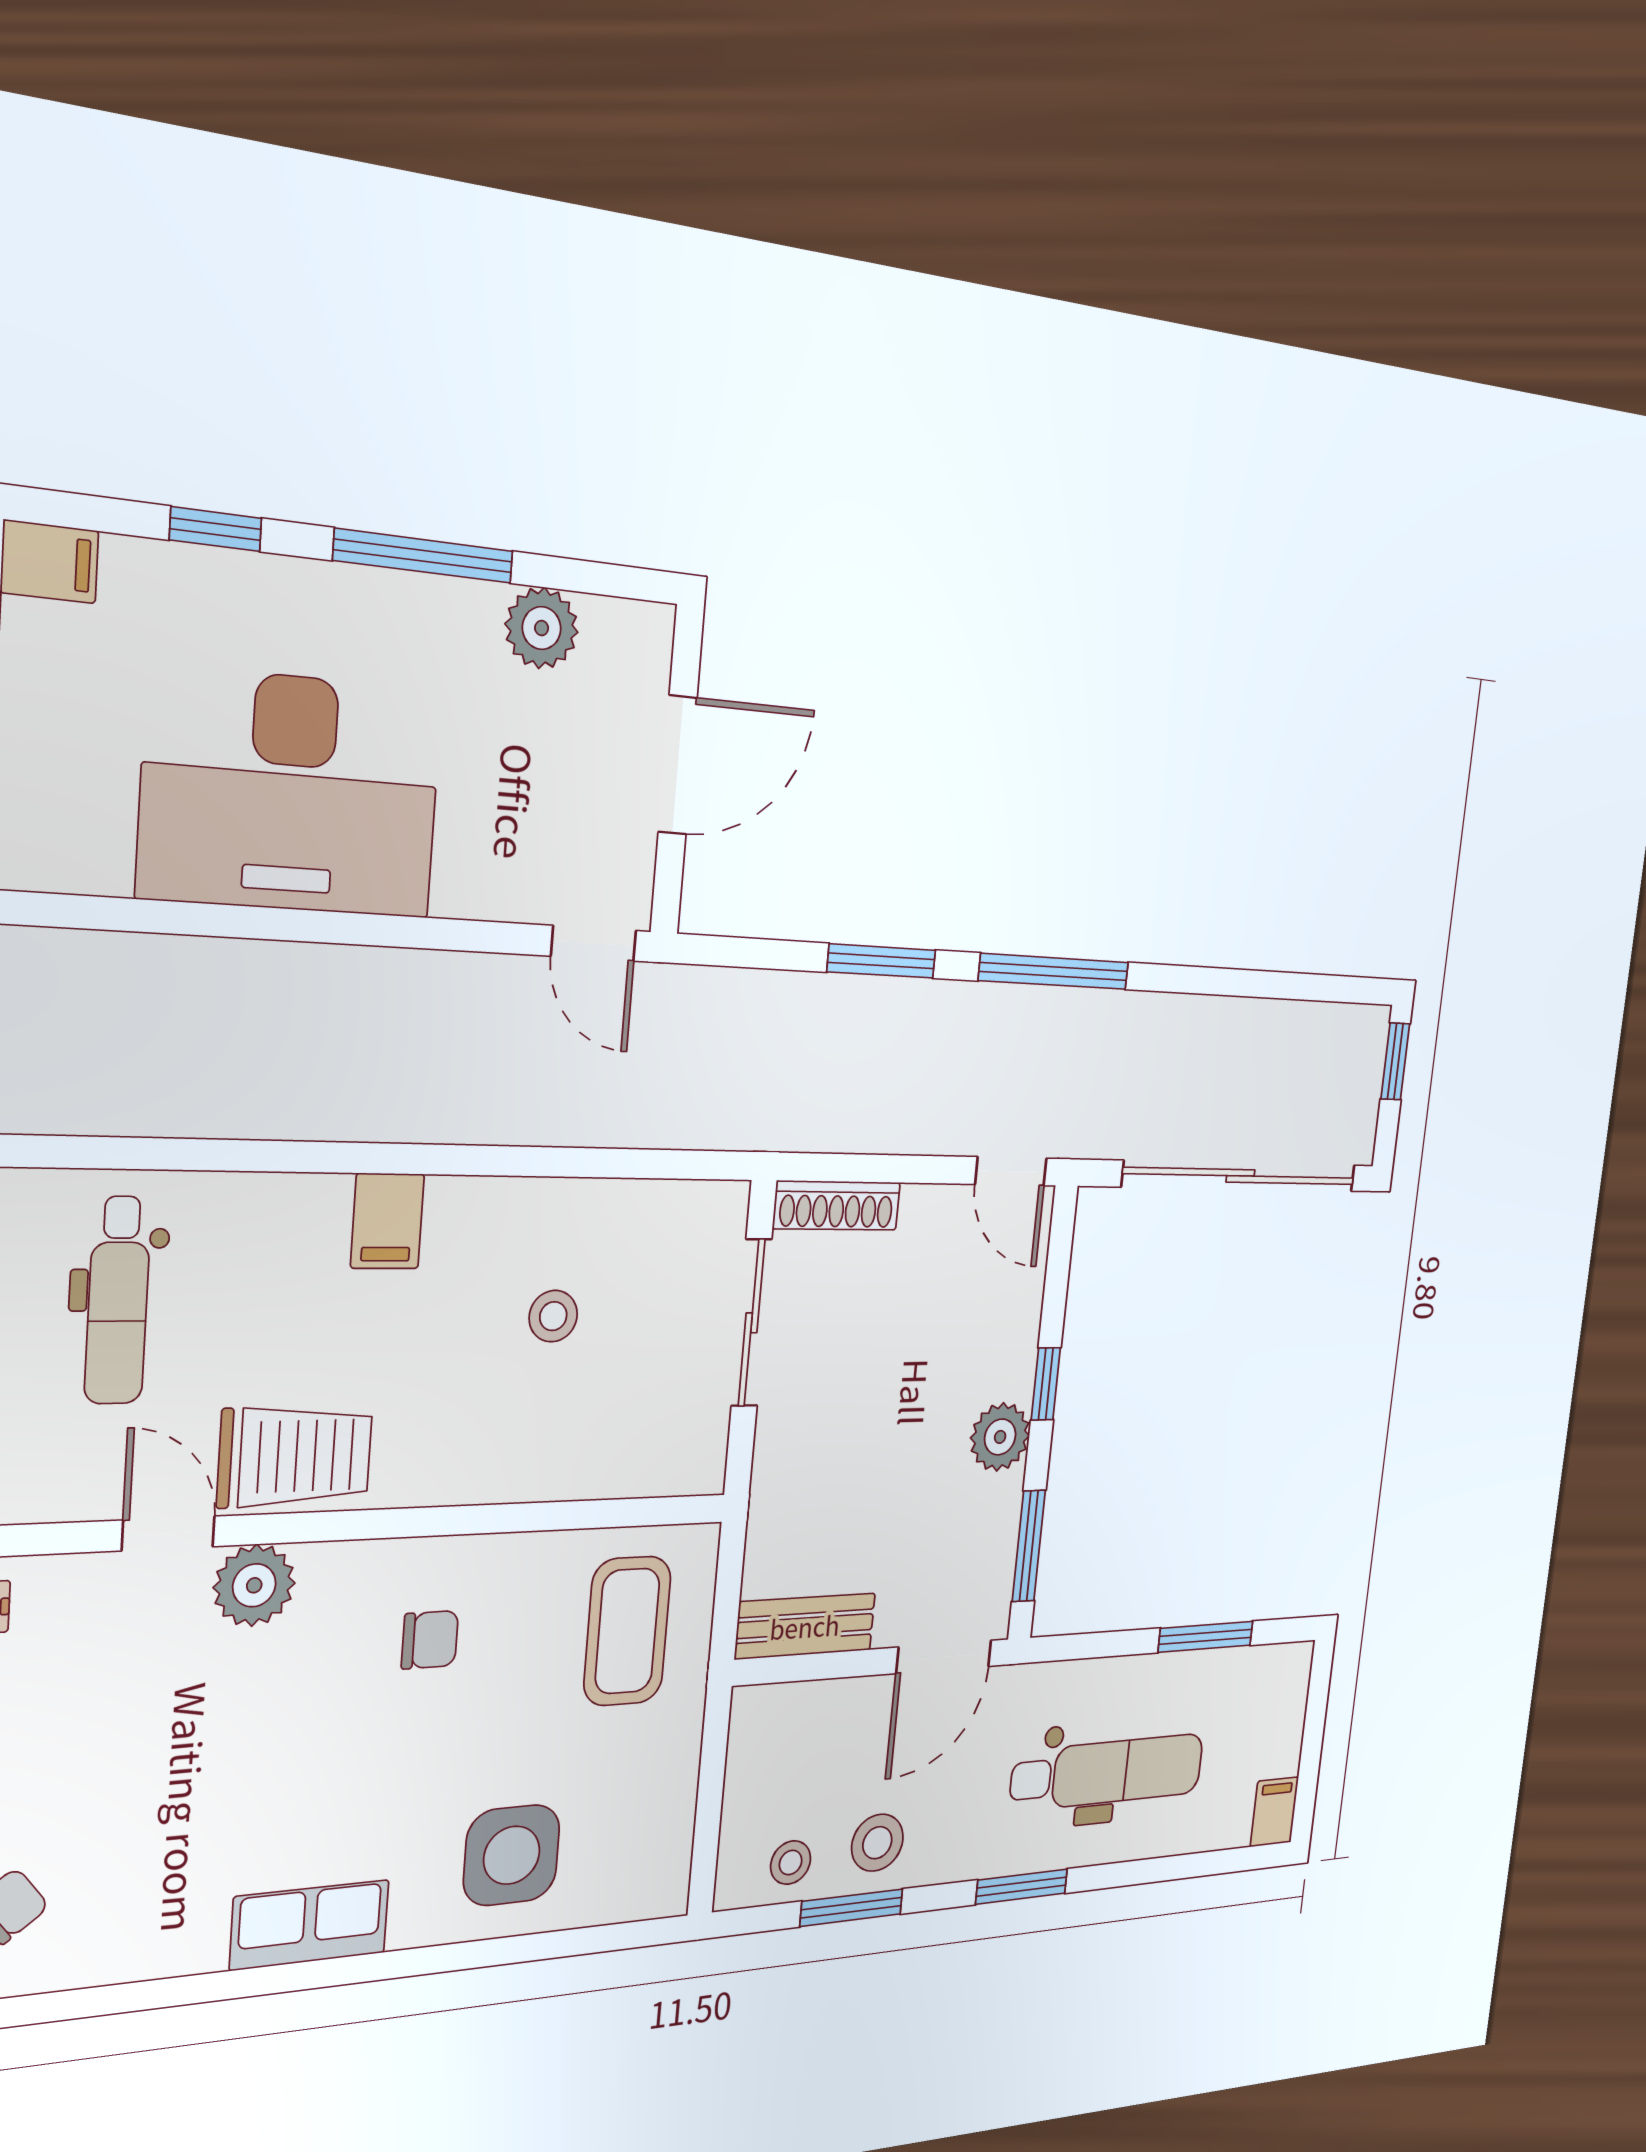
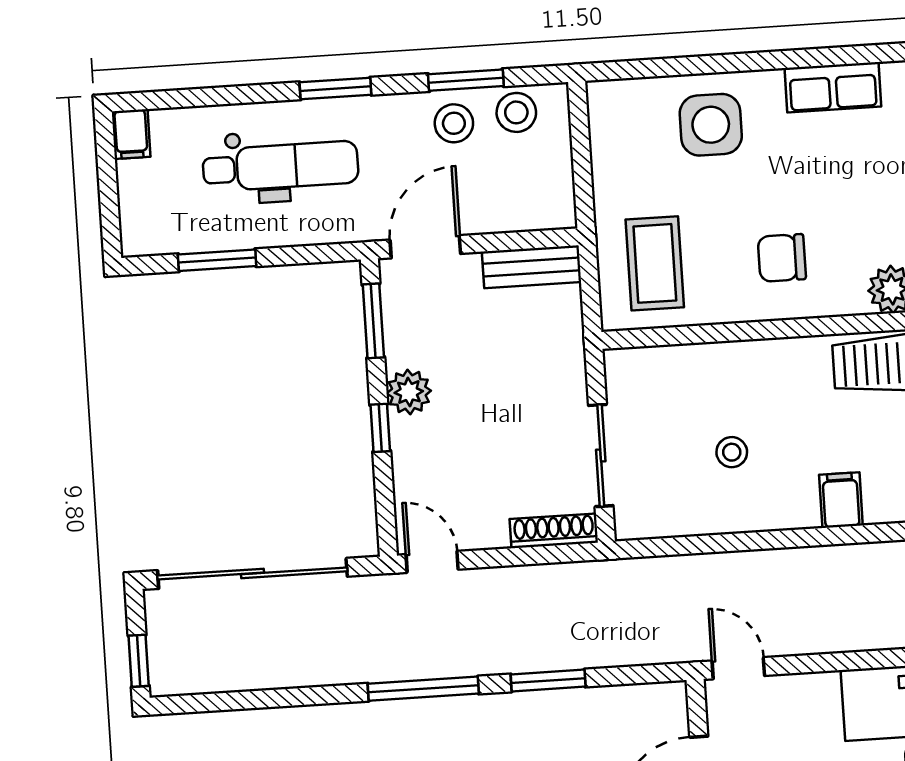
chair: (430, 1640) -> (782, 258), width x1.37, depth x1.37
dental chair: (1107, 1772) -> (281, 166), turned 180
stool: (791, 1863) -> (516, 112), width x1.37, depth x1.37

